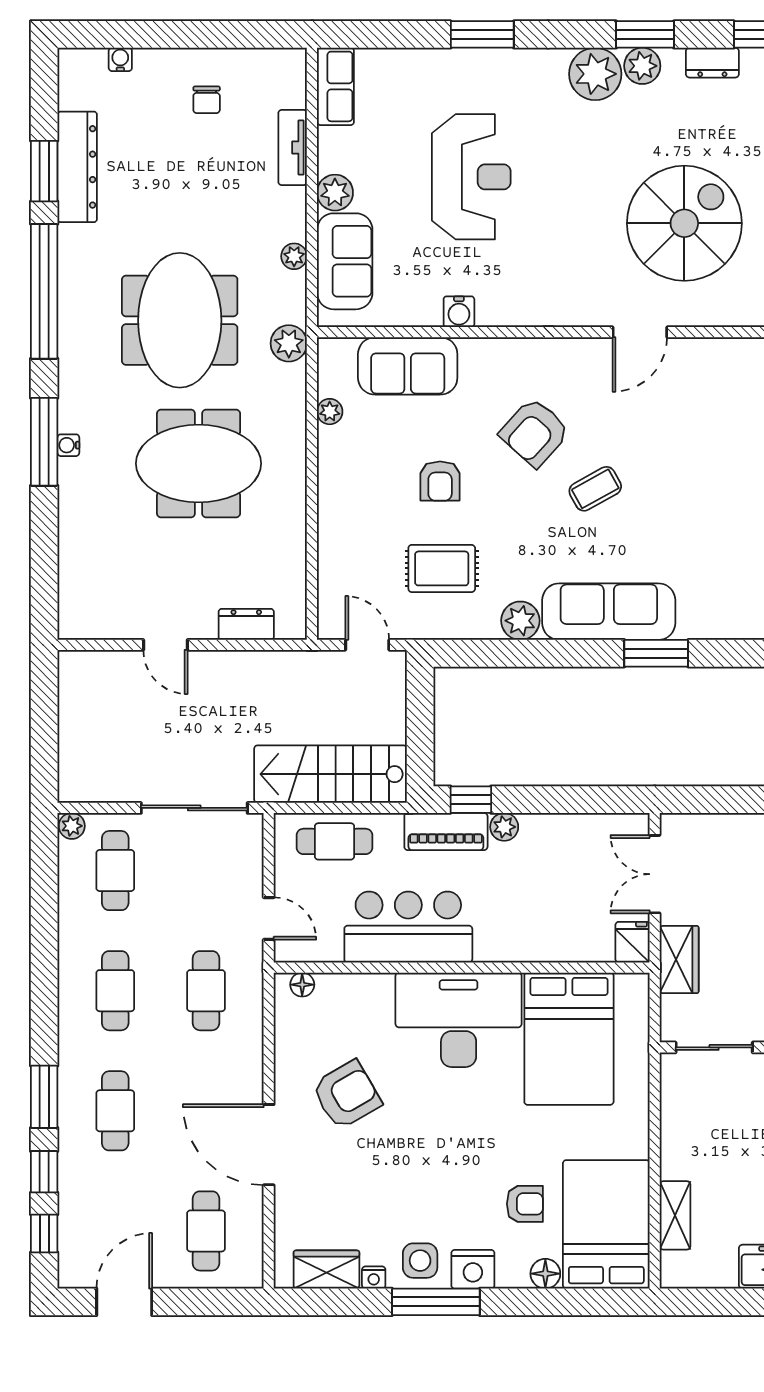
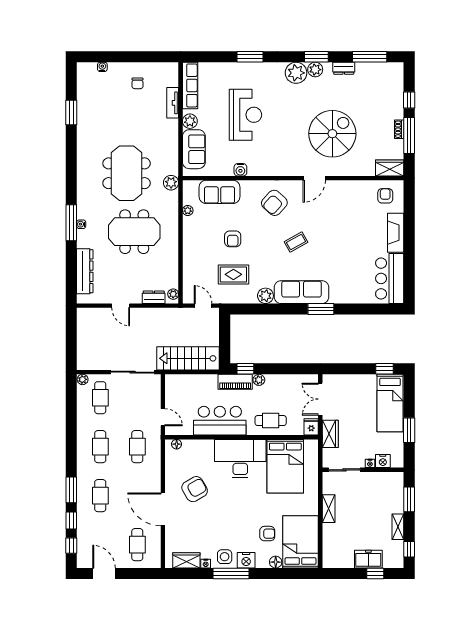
row of seats: (335, 86) -> (190, 85), width x1.48
dresser: (77, 167) -> (85, 271), moved
plant: (294, 256) -> (173, 294), moved
window: (44, 291) -> (71, 161), removed
armchair: (535, 432) -> (274, 203), moved
cafe table: (334, 841) -> (271, 421), moved
shelving: (675, 1215) -> (329, 509), moved
door: (124, 1302) -> (104, 574), hinge flipped

